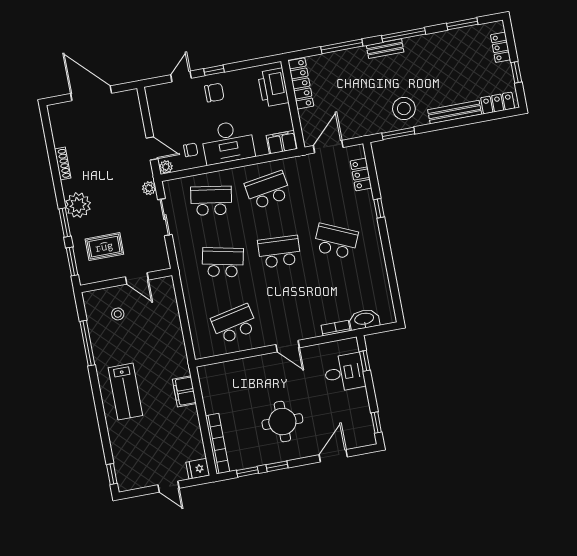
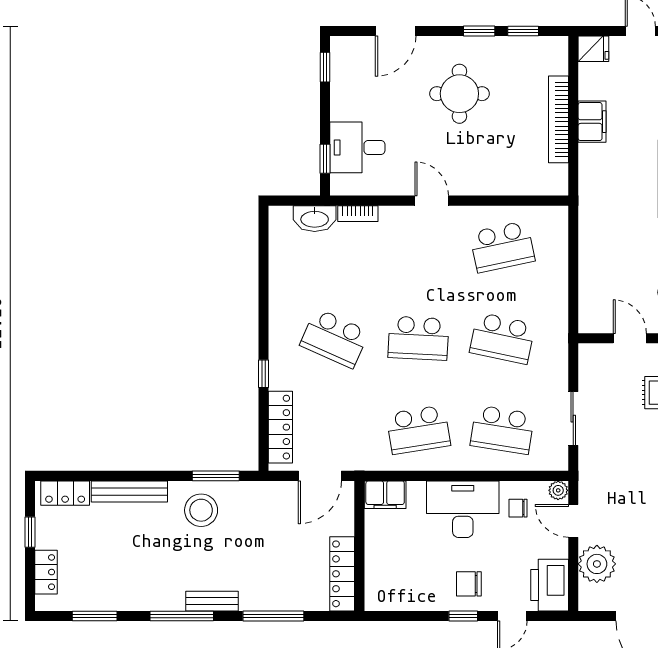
printer: (273, 88) -> (550, 585), moved, turned 180
locker: (361, 174) -> (280, 427), width x1.53
plant: (149, 188) -> (597, 564), moved, width x1.88, depth x1.88
filing cabinet: (184, 391) -> (592, 122), moved
bookcase: (218, 444) -> (558, 119), moved

